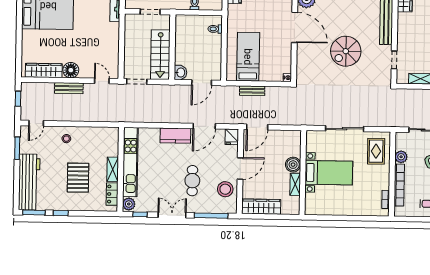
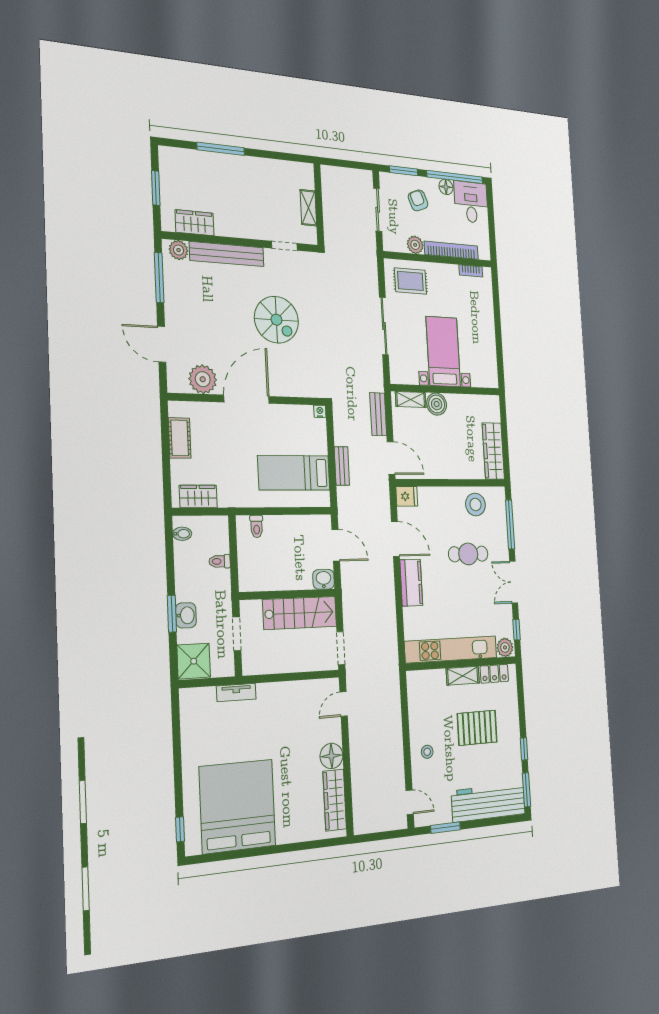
bench: (69, 88) -> (378, 414), moved
window: (18, 99) -> (378, 836), removed
door: (240, 168) -> (447, 483), removed
shelving: (295, 184) -> (411, 399), moved

